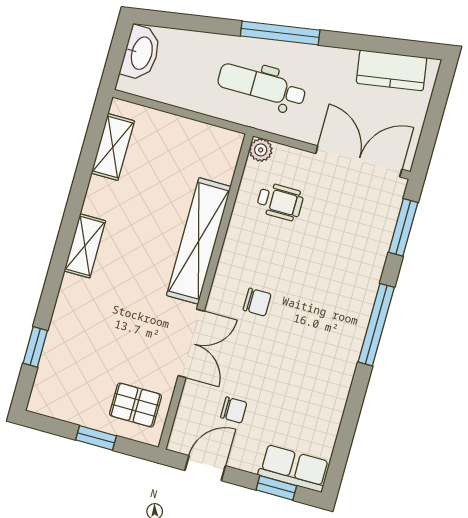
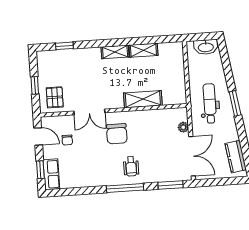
window: (280, 33) -> (235, 103), width x0.69
shelving: (113, 147) -> (143, 50), moved
plant: (261, 150) -> (183, 127), moved
wheelchair: (280, 202) -> (131, 166), moved
shelving: (199, 241) -> (143, 99), width x0.68
chair: (257, 302) -> (117, 134), width x1.87, depth x1.87

